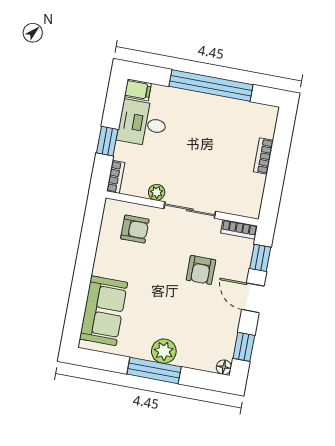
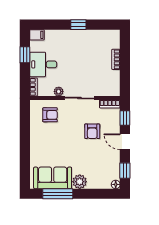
window: (211, 86) -> (78, 25), width x0.32
desk: (142, 123) -> (43, 64), moved
window: (107, 141) -> (25, 55), moved
sofa: (103, 311) -> (53, 178), moved, turned -90
window: (154, 370) -> (58, 194), moved

